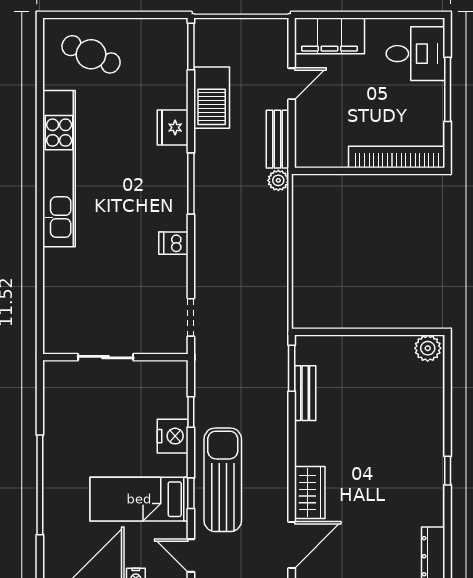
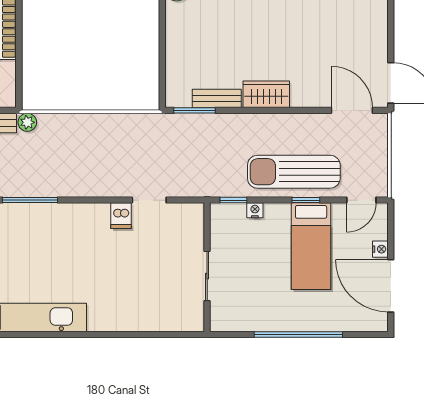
dishwasher: (173, 243) -> (121, 216), moved
sliding door: (106, 357) -> (207, 276), moved
wall: (115, 357) -> (207, 267), moved
nightstand: (173, 436) -> (255, 210), width x0.53, depth x0.56
wardrobe: (310, 493) -> (266, 94), moved

